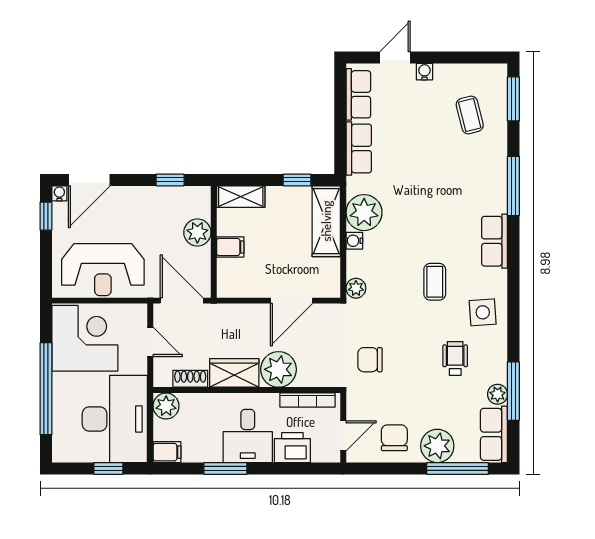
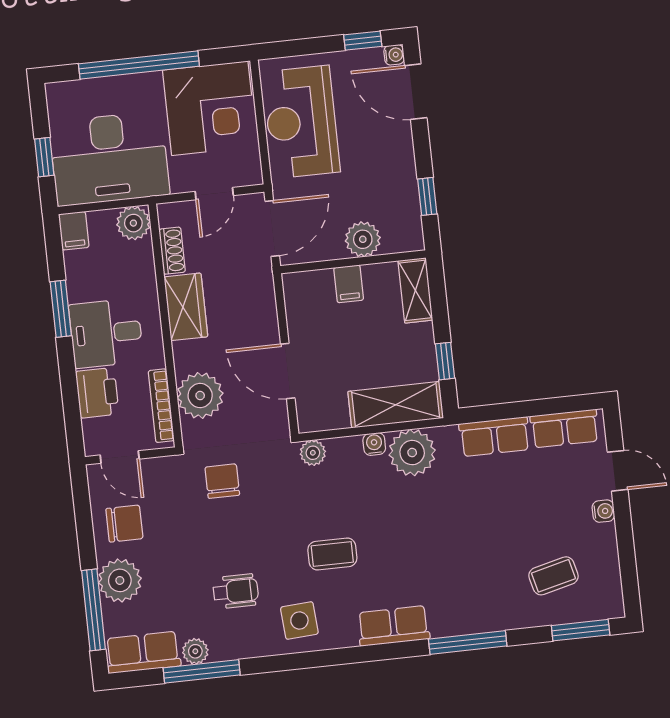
plant: (279, 369) -> (200, 396), moved

